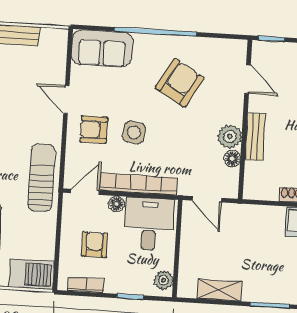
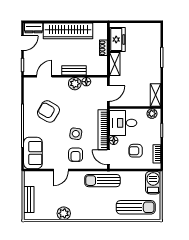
shelving: (262, 215) -> (115, 64), added
shelving: (219, 290) -> (155, 95), moved

